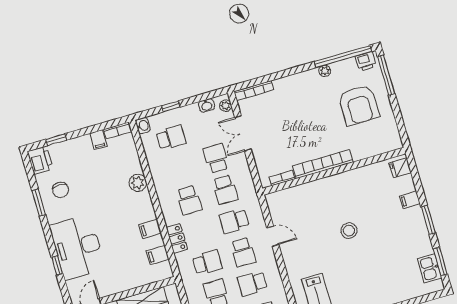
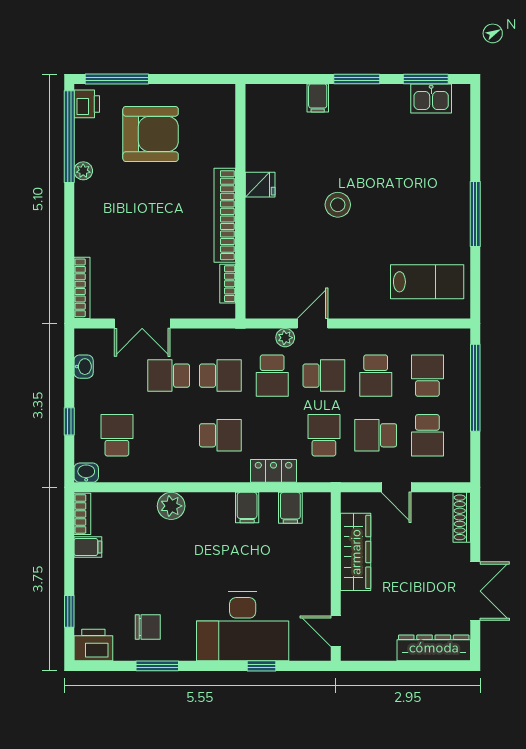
plant: (226, 106) -> (285, 338), moved
fridge: (400, 168) -> (260, 185), moved, turned -90

